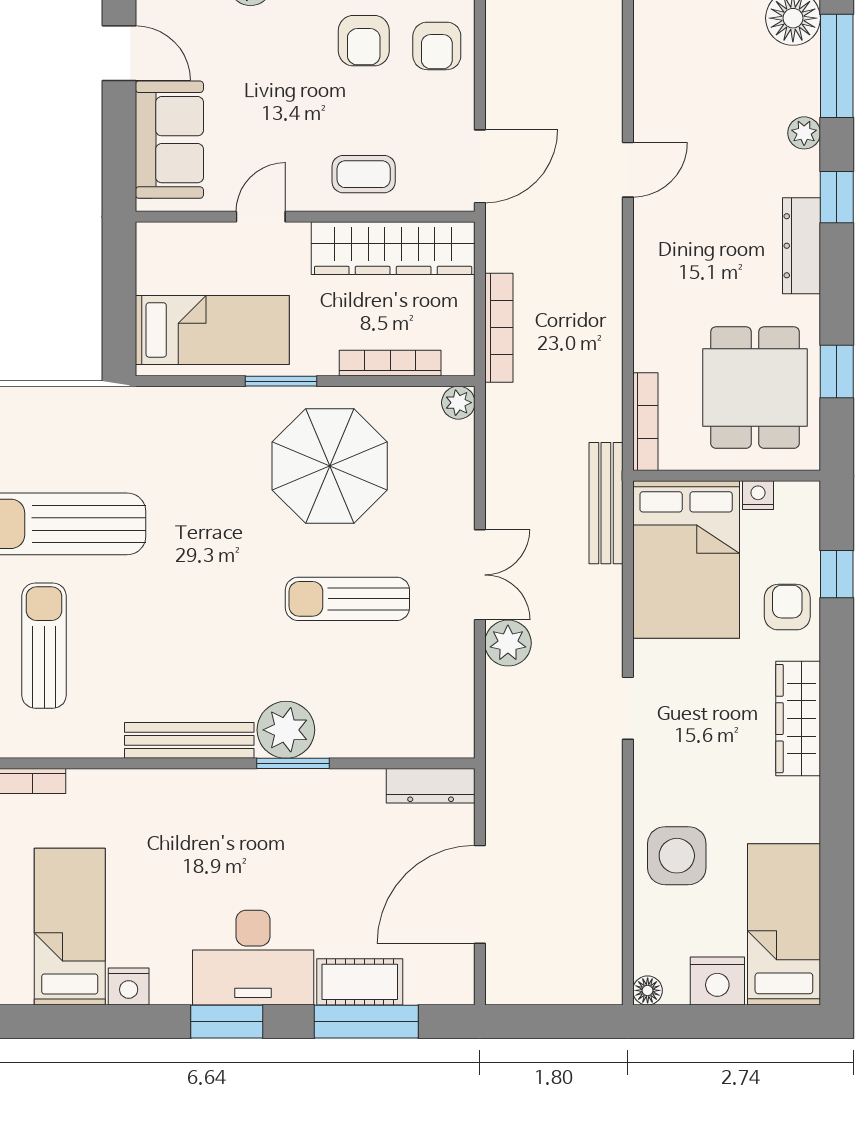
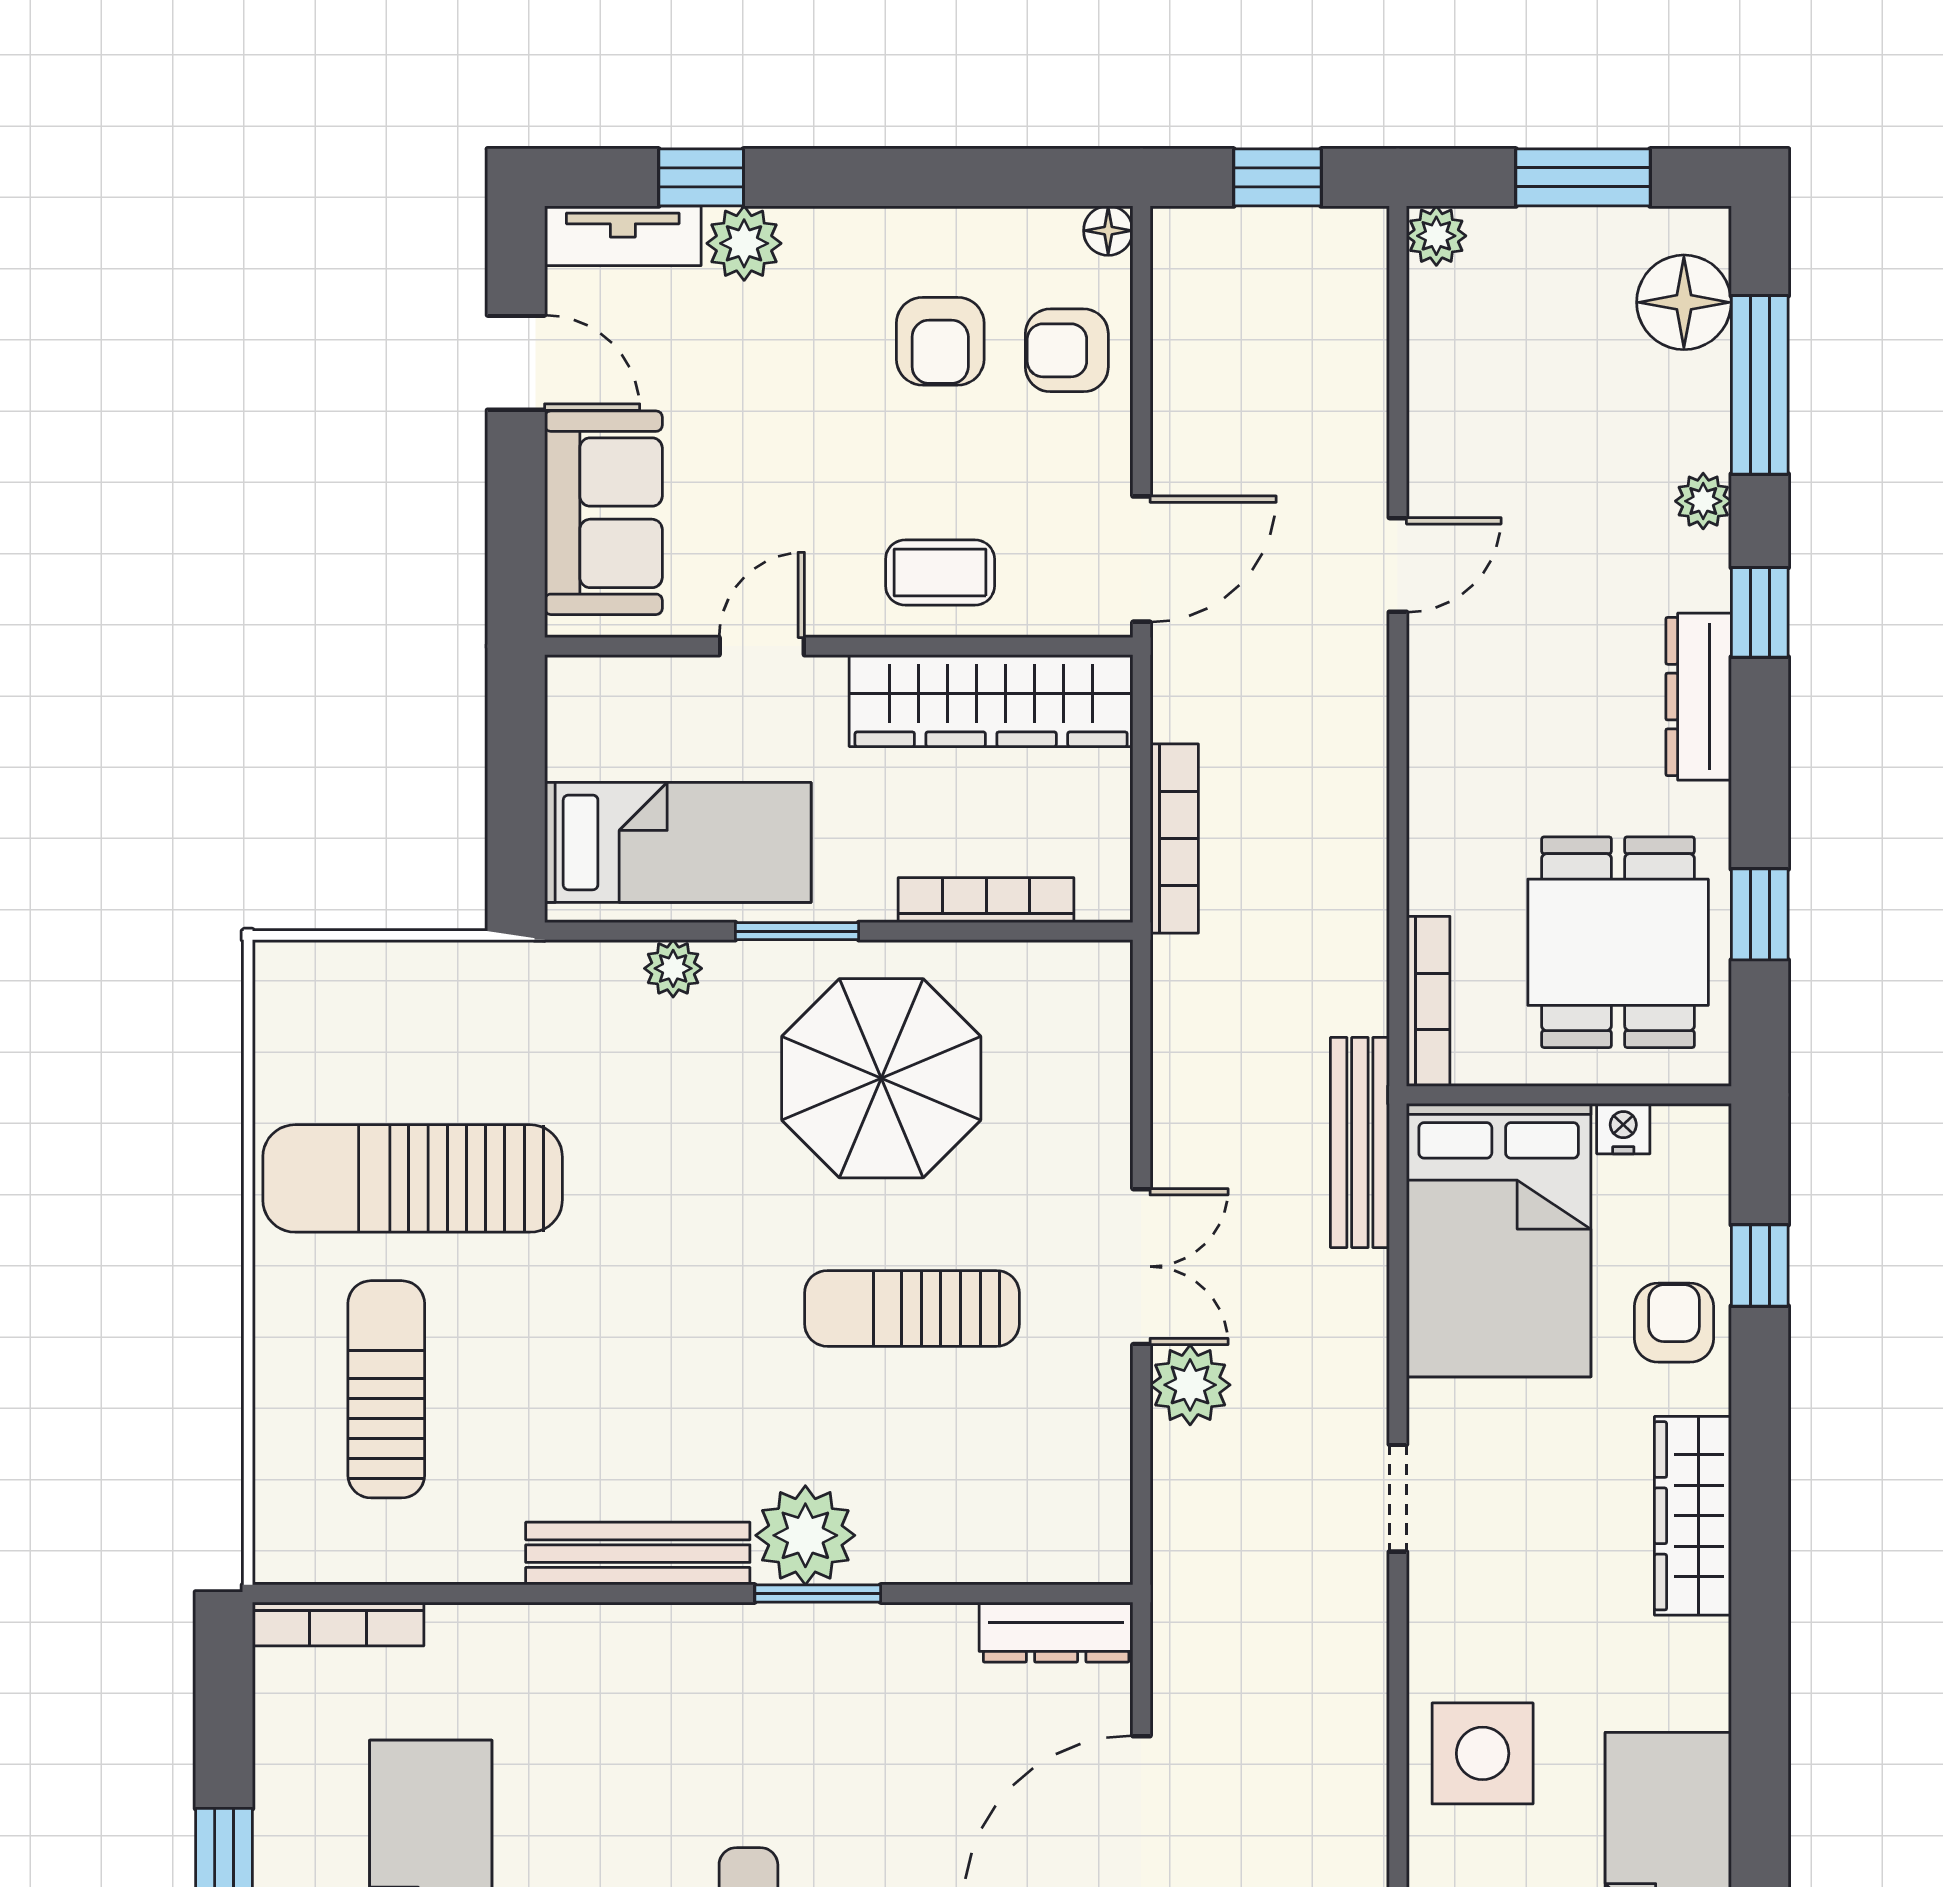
armchair: (437, 46) -> (1067, 350), turned 90
plant: (458, 403) -> (673, 968), moved

